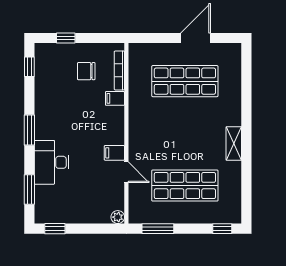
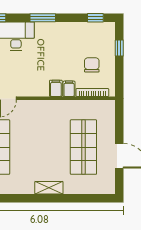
shelving: (234, 143) -> (49, 188), moved
filing cabinet: (114, 153) -> (56, 88), moved

